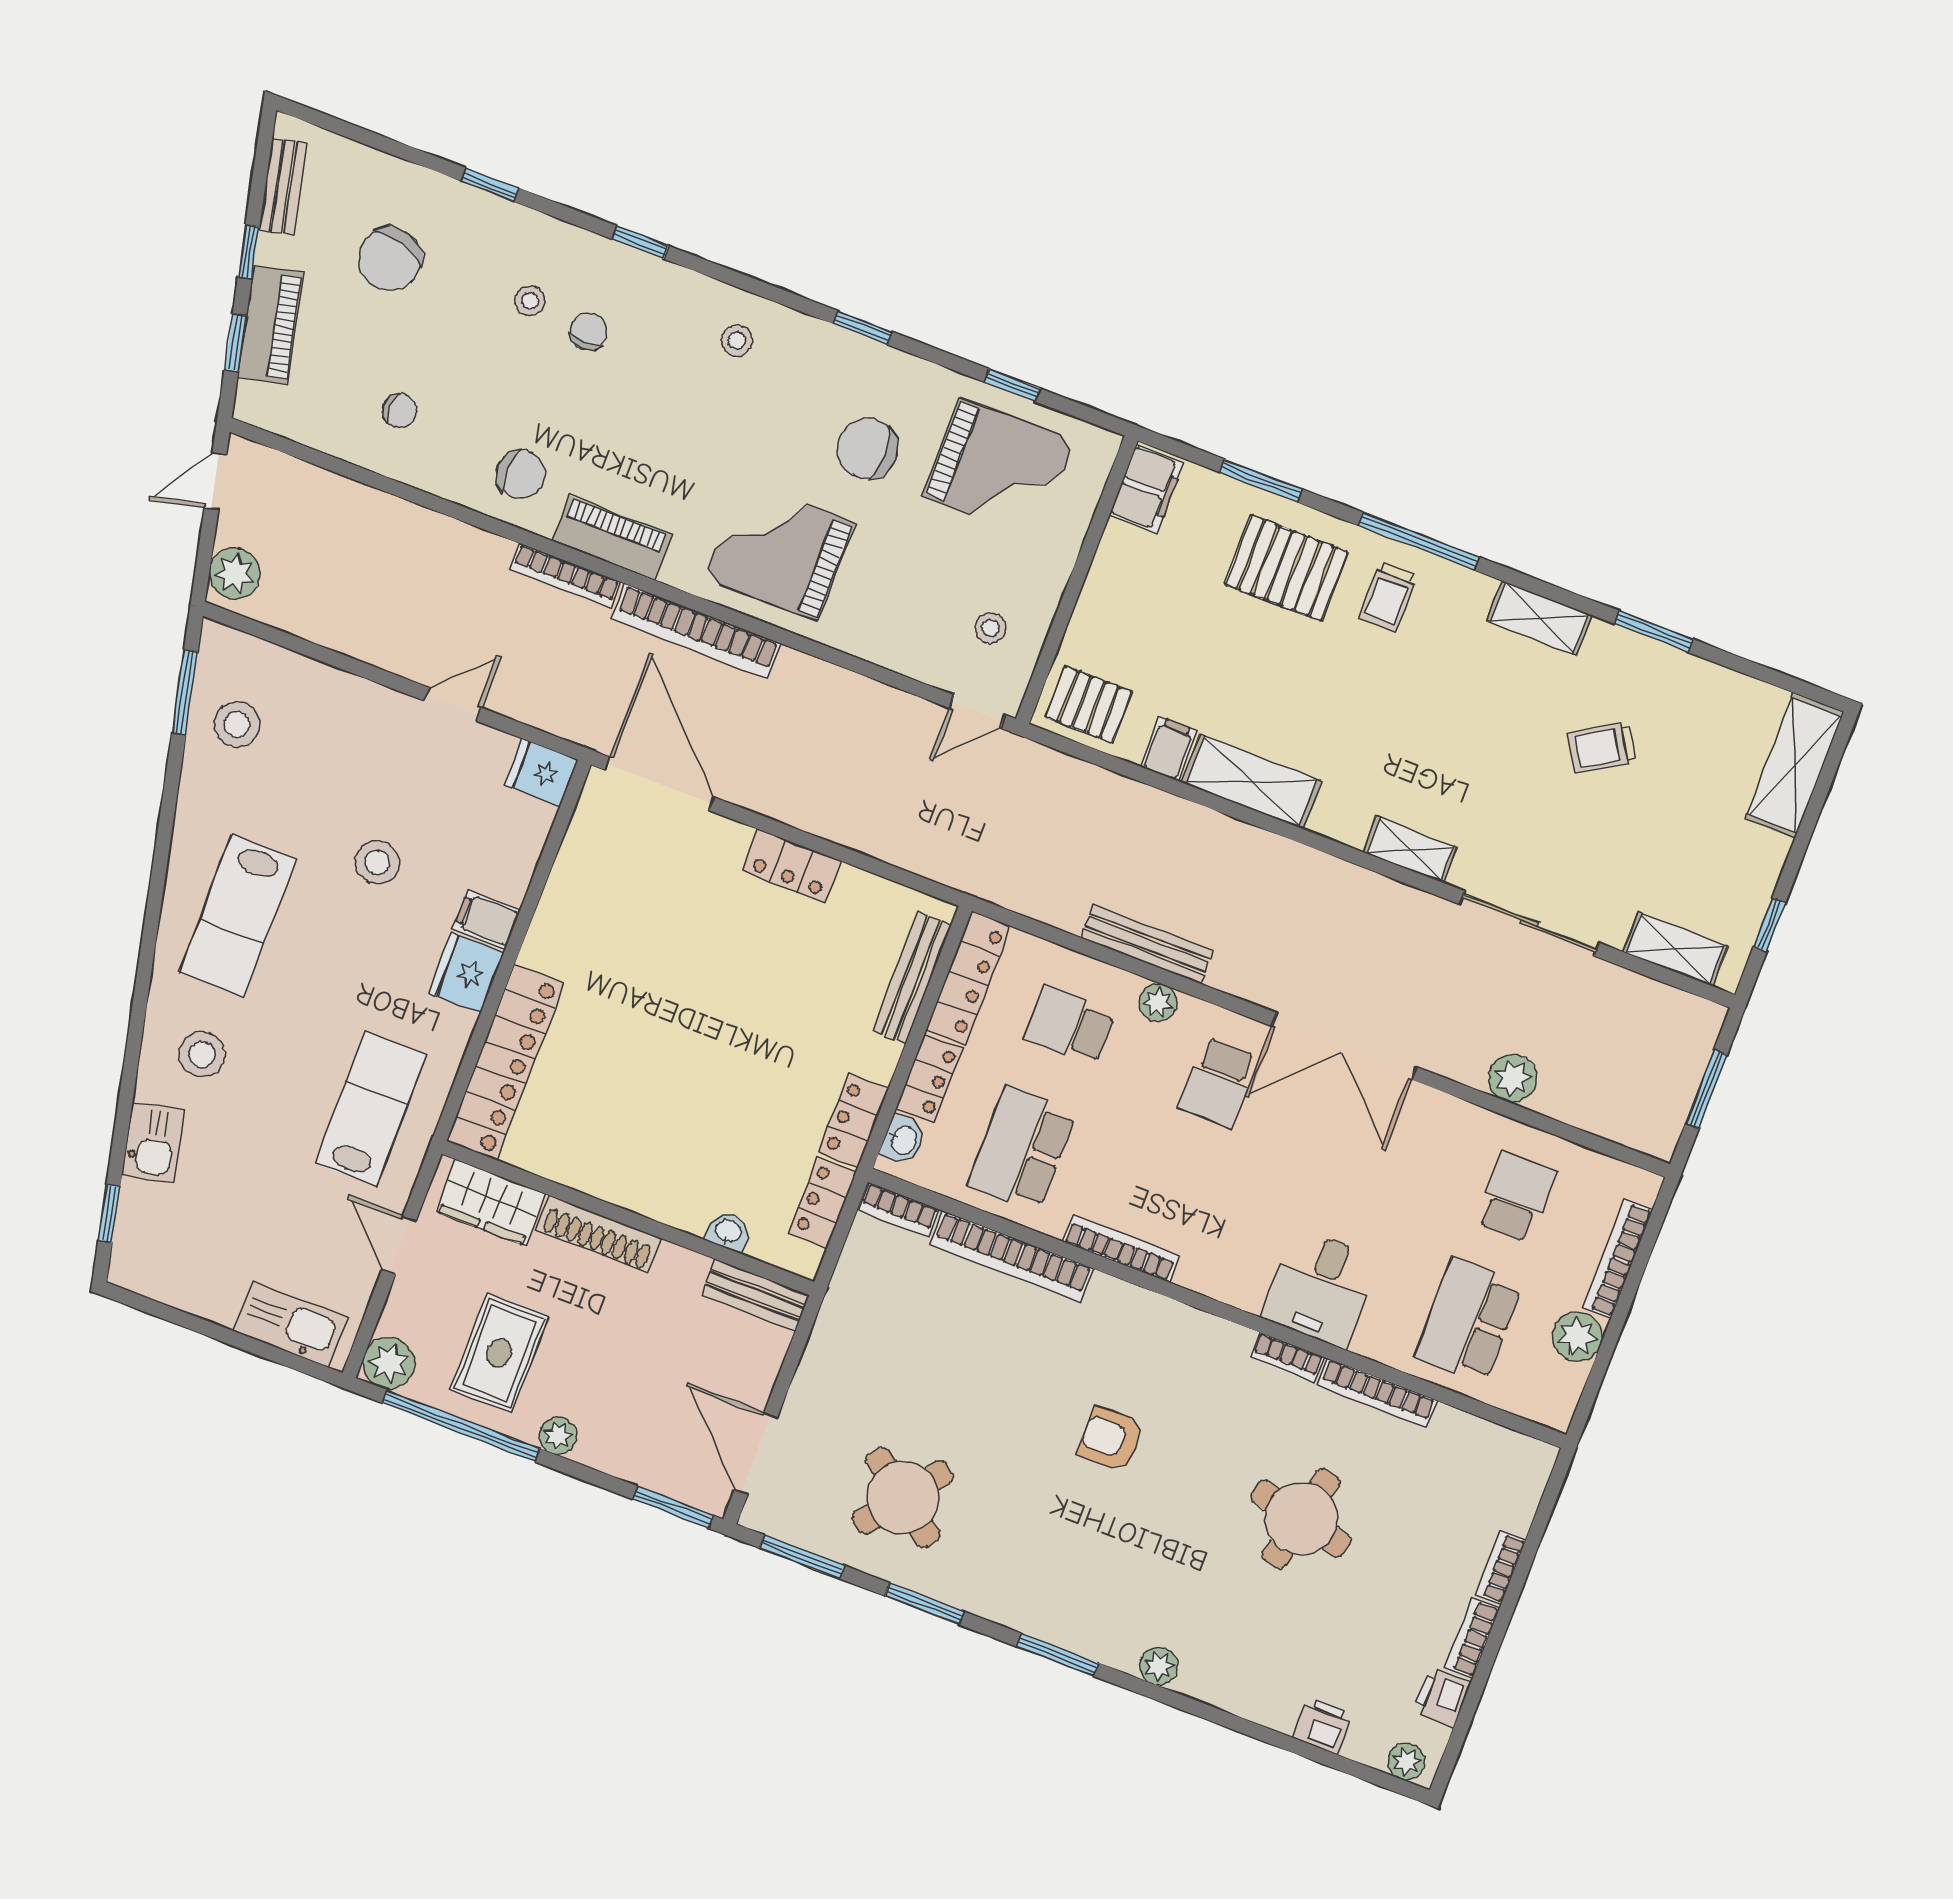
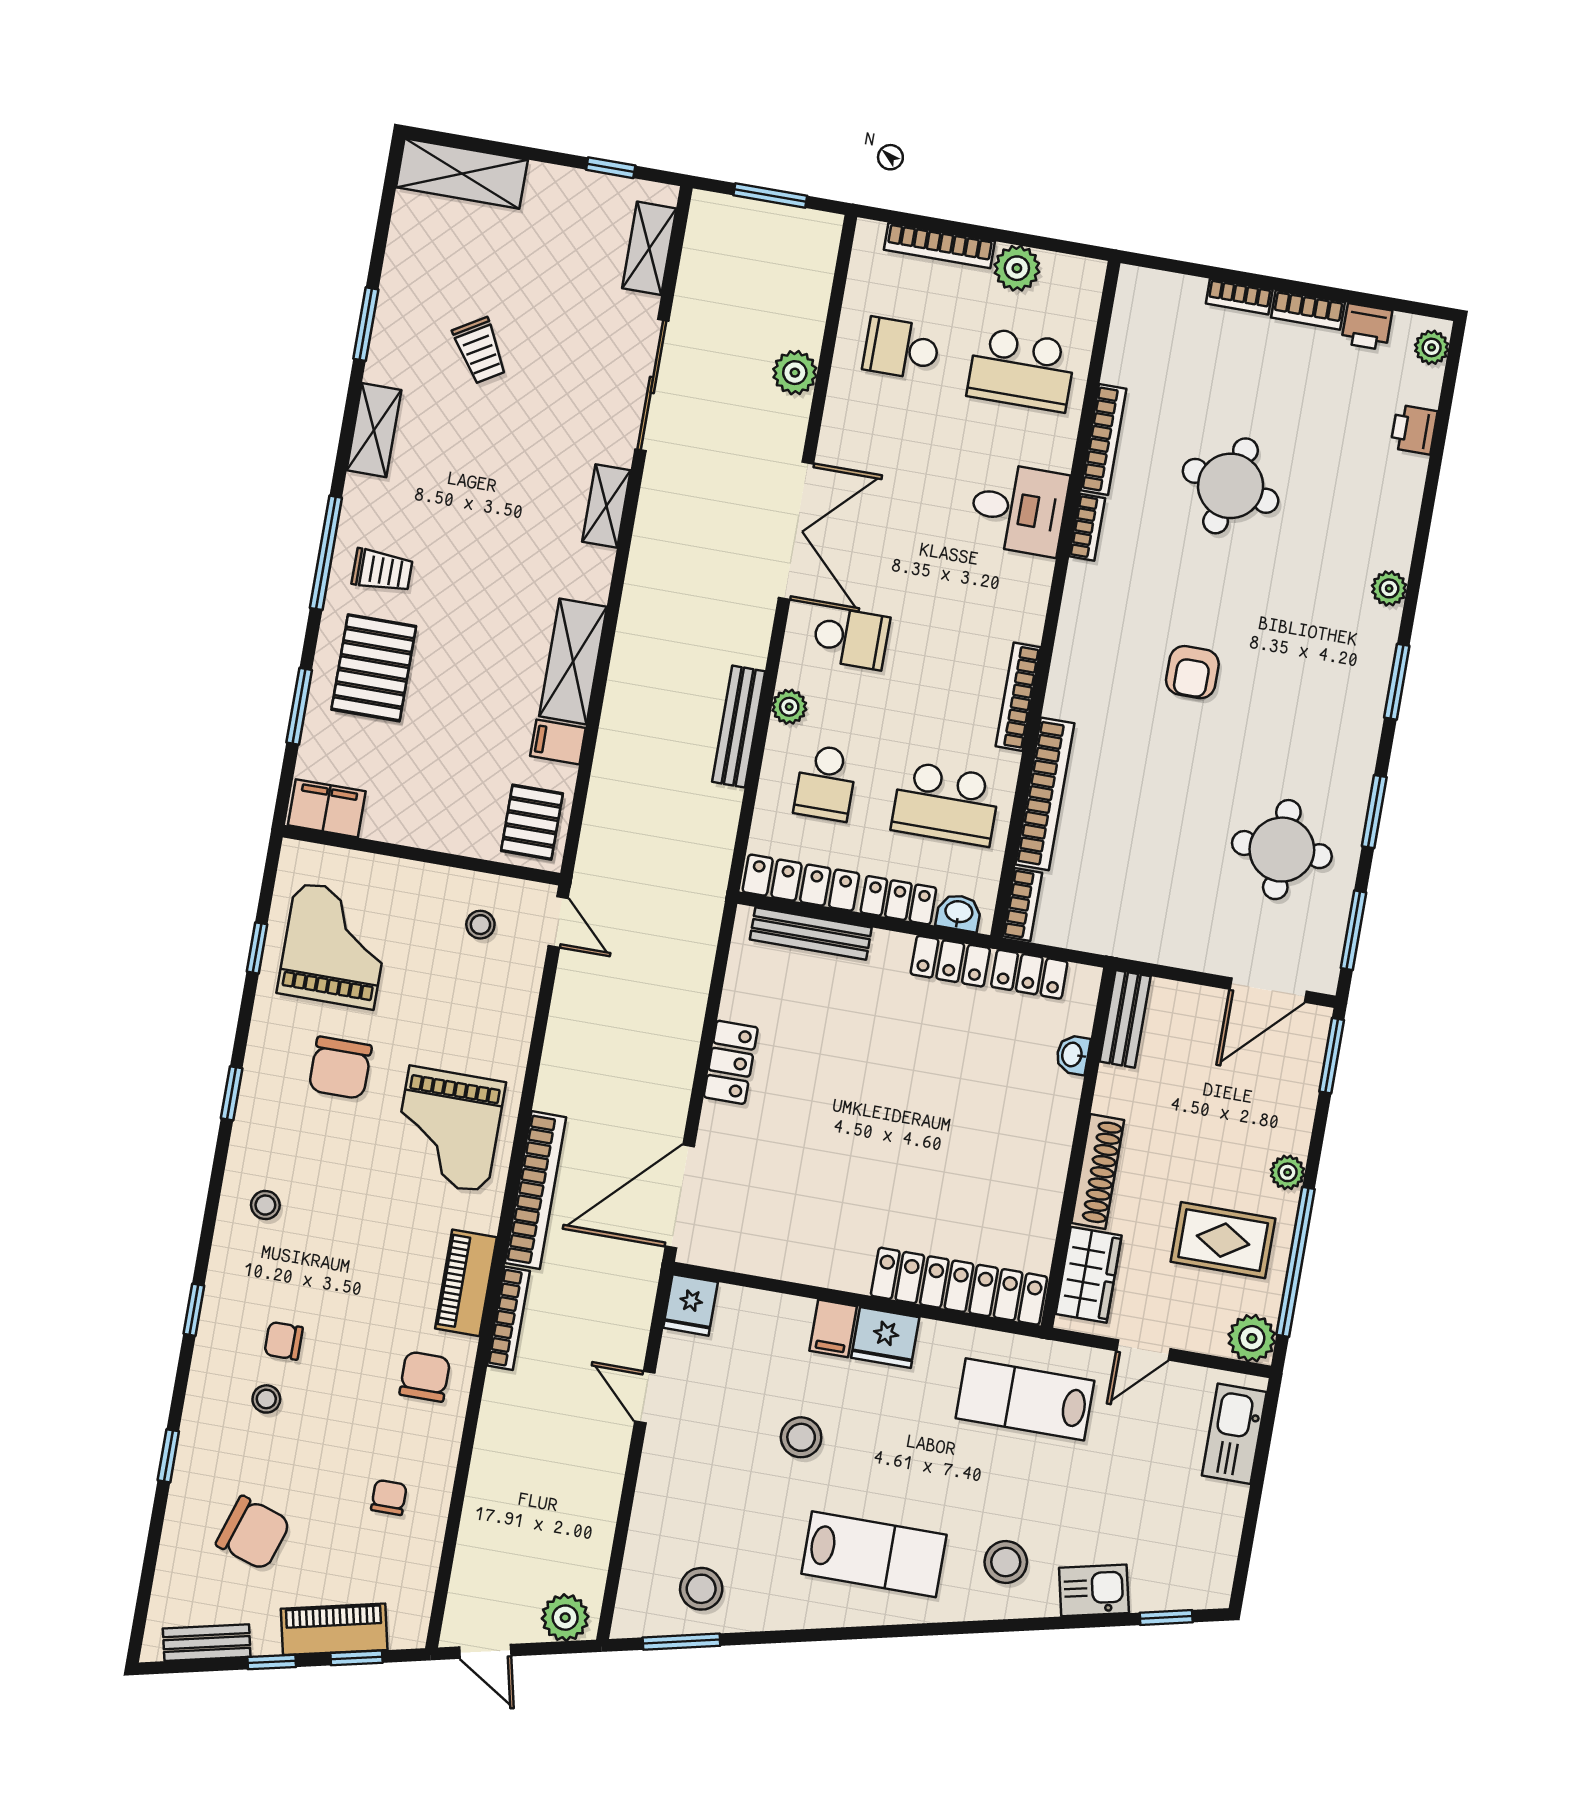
round table: (903, 1497) -> (1282, 850), turned -37

